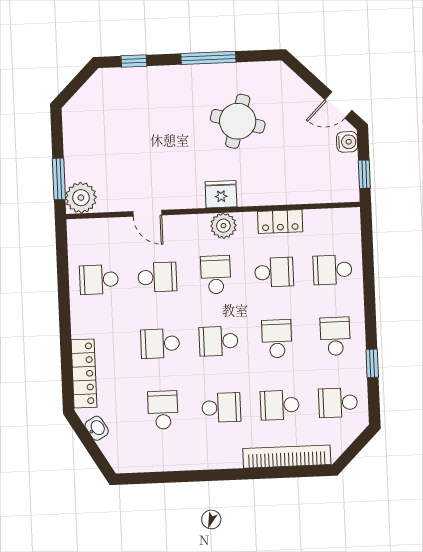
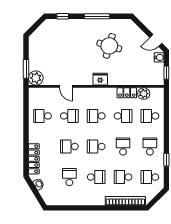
plant: (223, 226) -> (144, 94), moved
school desk: (216, 275) -> (96, 116), turned -90

